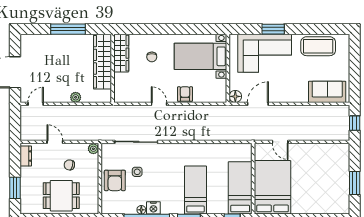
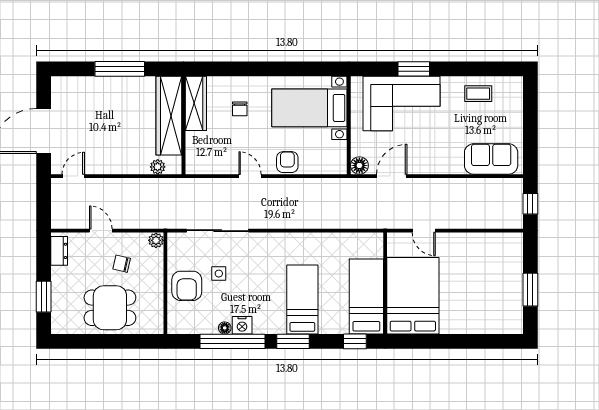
coffee table: (318, 46) -> (478, 94), width x0.54, depth x0.58
plant: (76, 97) -> (158, 167), moved

